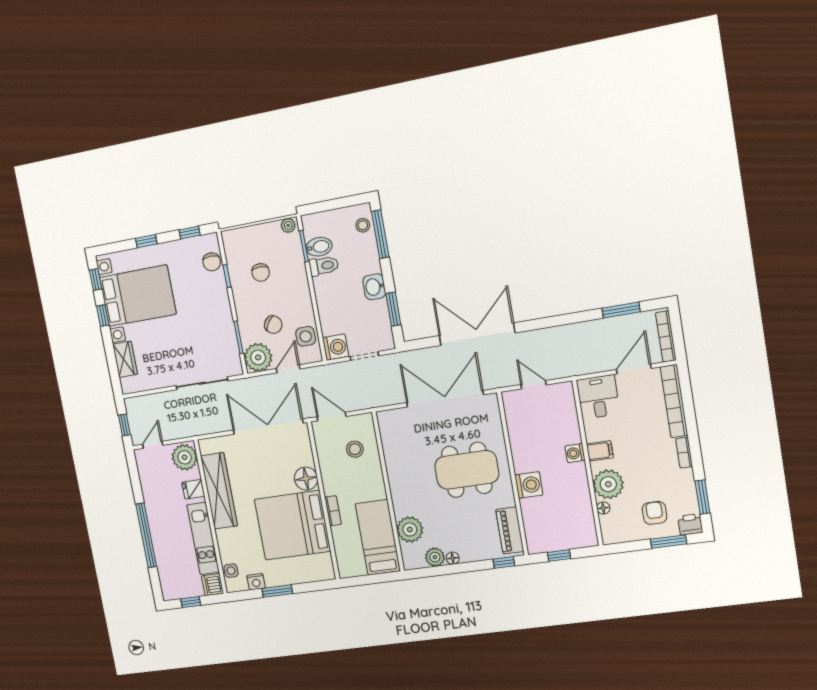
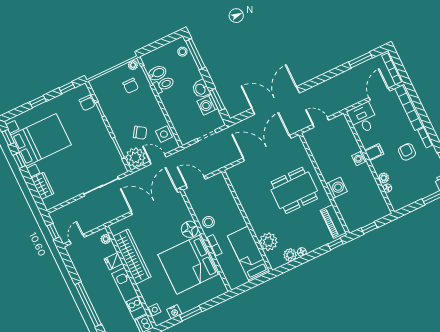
chair: (261, 272) -> (131, 86), moved
washing machine: (336, 347) -> (207, 105), moved, turned 180
door: (288, 369) -> (158, 159), hinge flipped
stool: (355, 449) -> (209, 222), moved
plant: (185, 457) -> (106, 239), width x0.53, depth x0.53
plant: (608, 484) -> (384, 178), width x0.53, depth x0.53
armchair: (655, 513) -> (407, 152), moved

